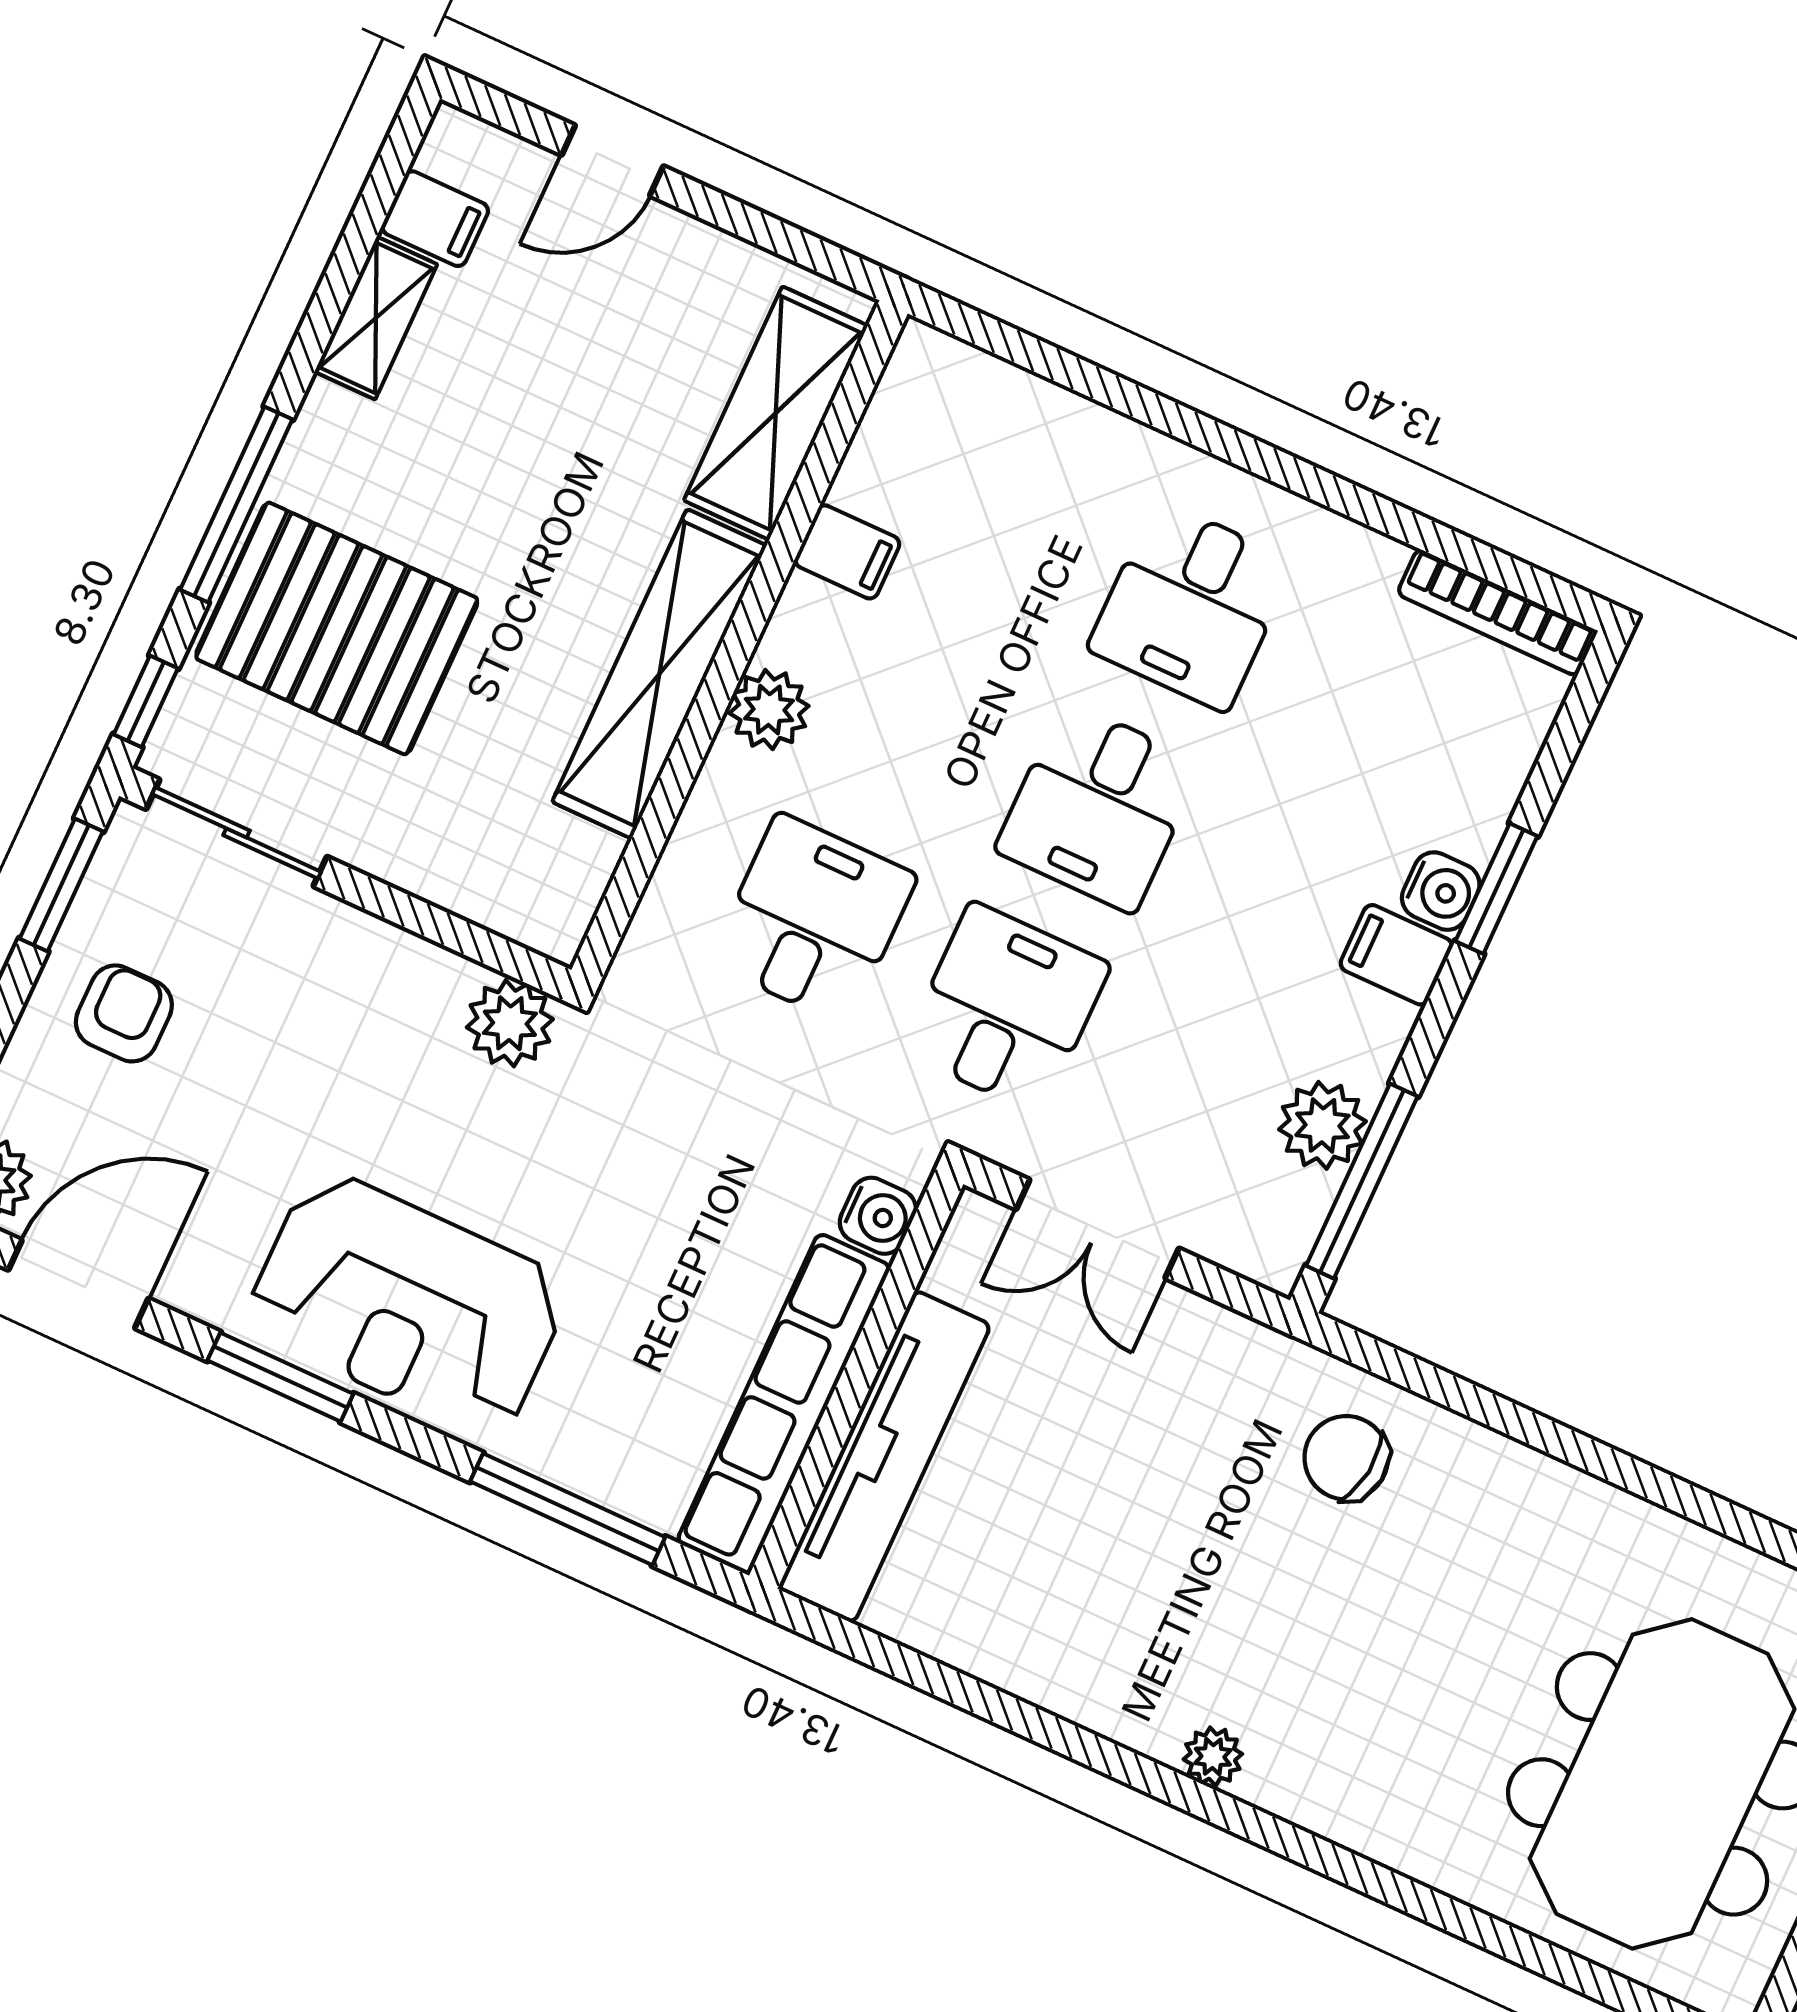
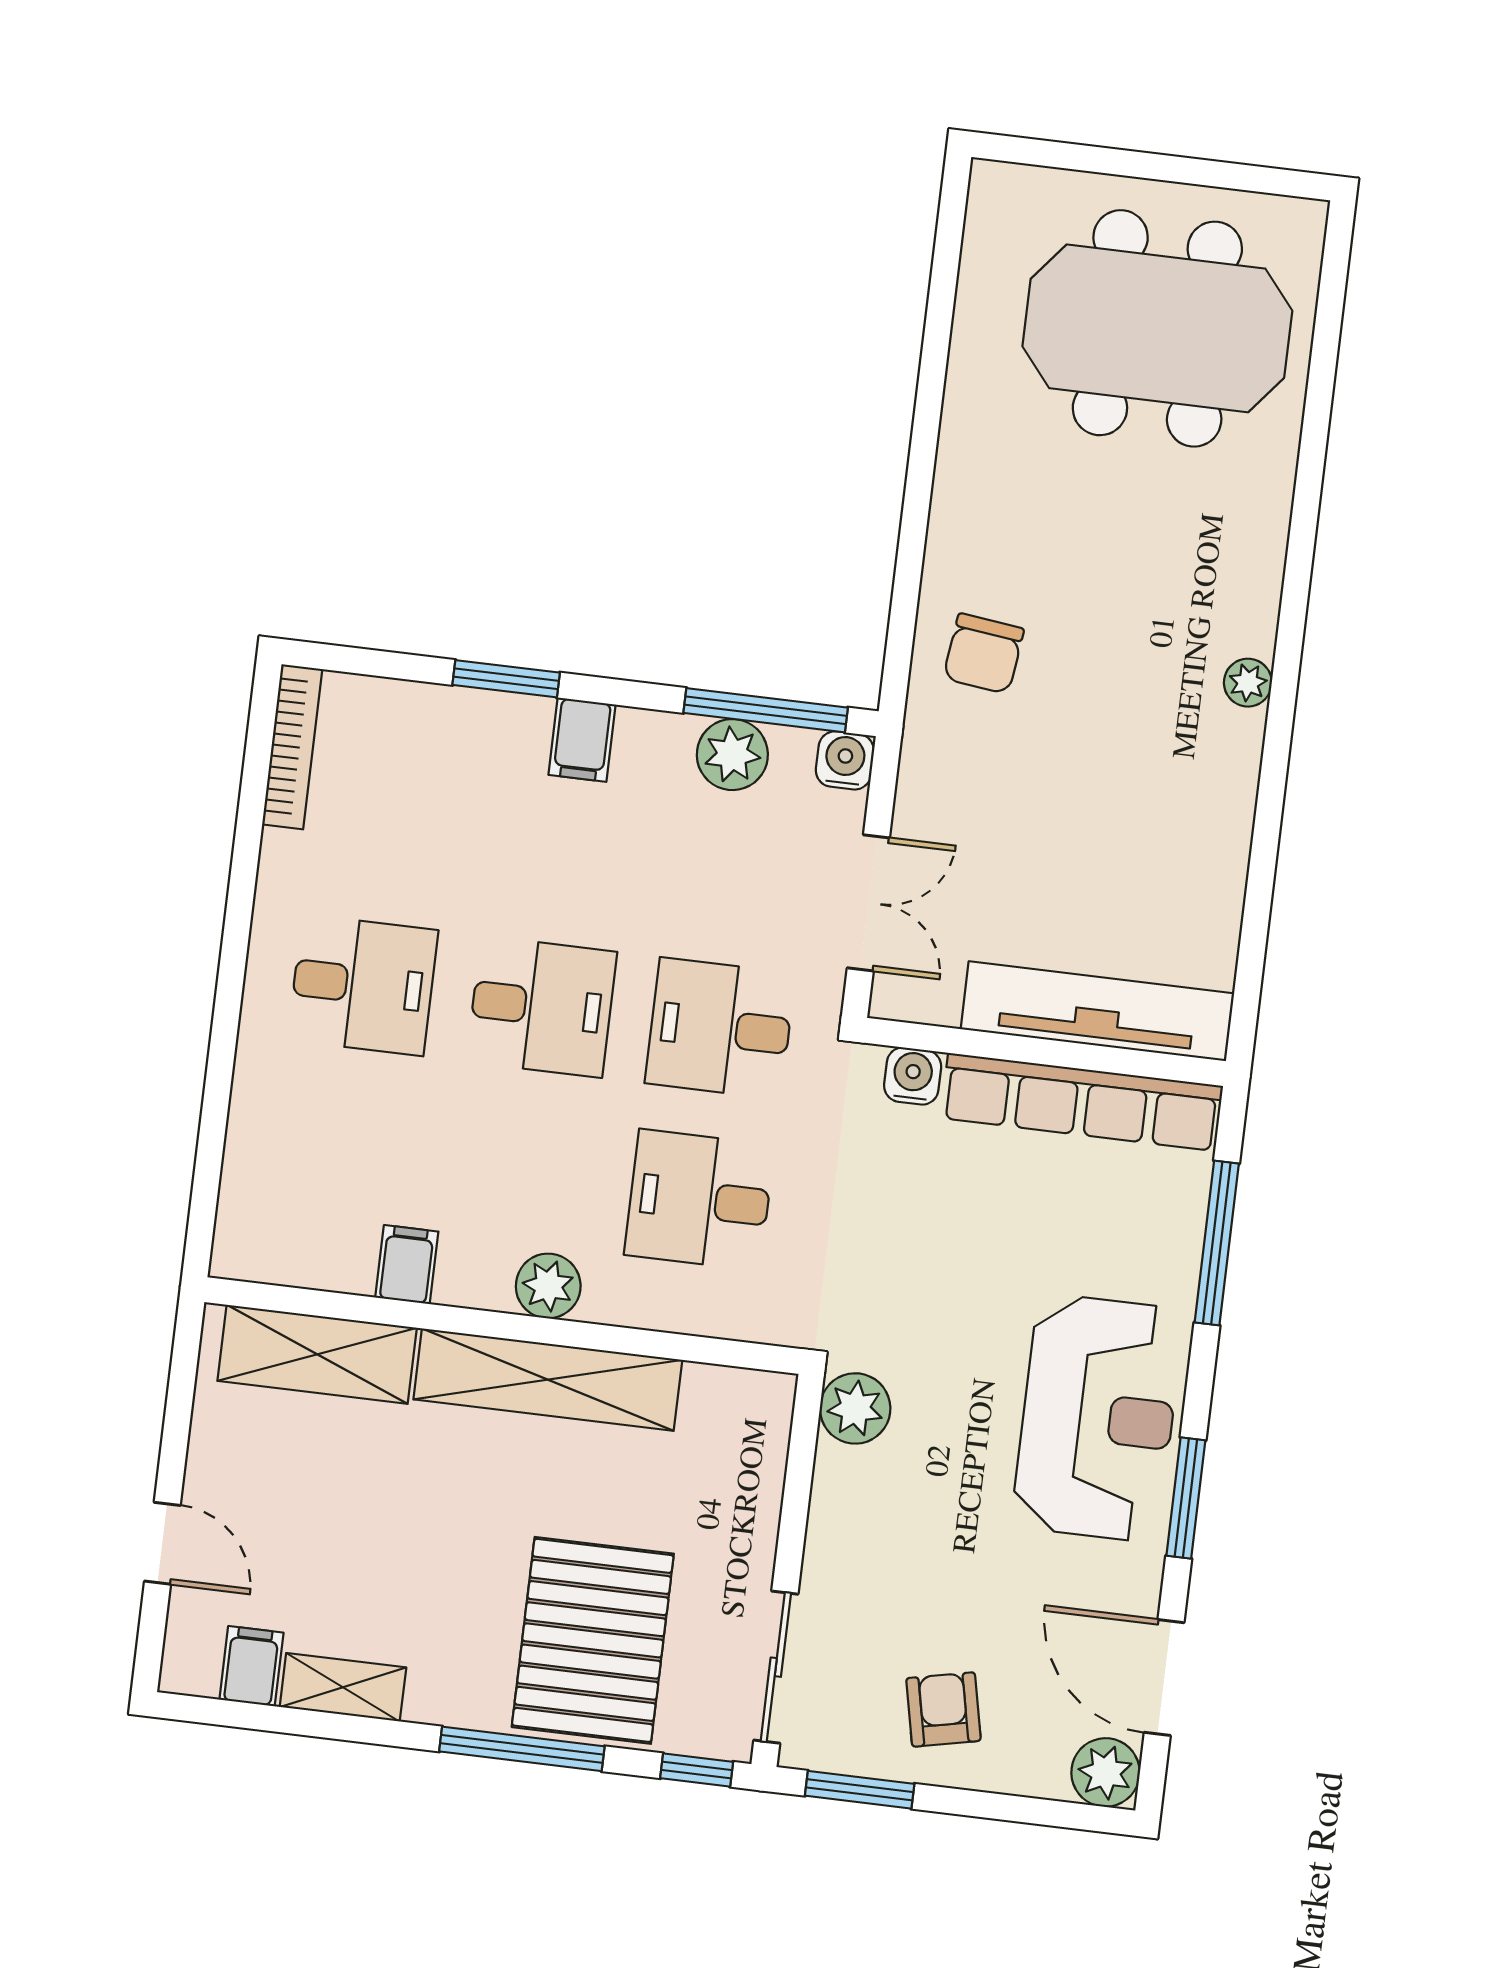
water cooler: (1441, 891) -> (845, 760), moved
armchair: (124, 1013) -> (943, 1709), turned 78

